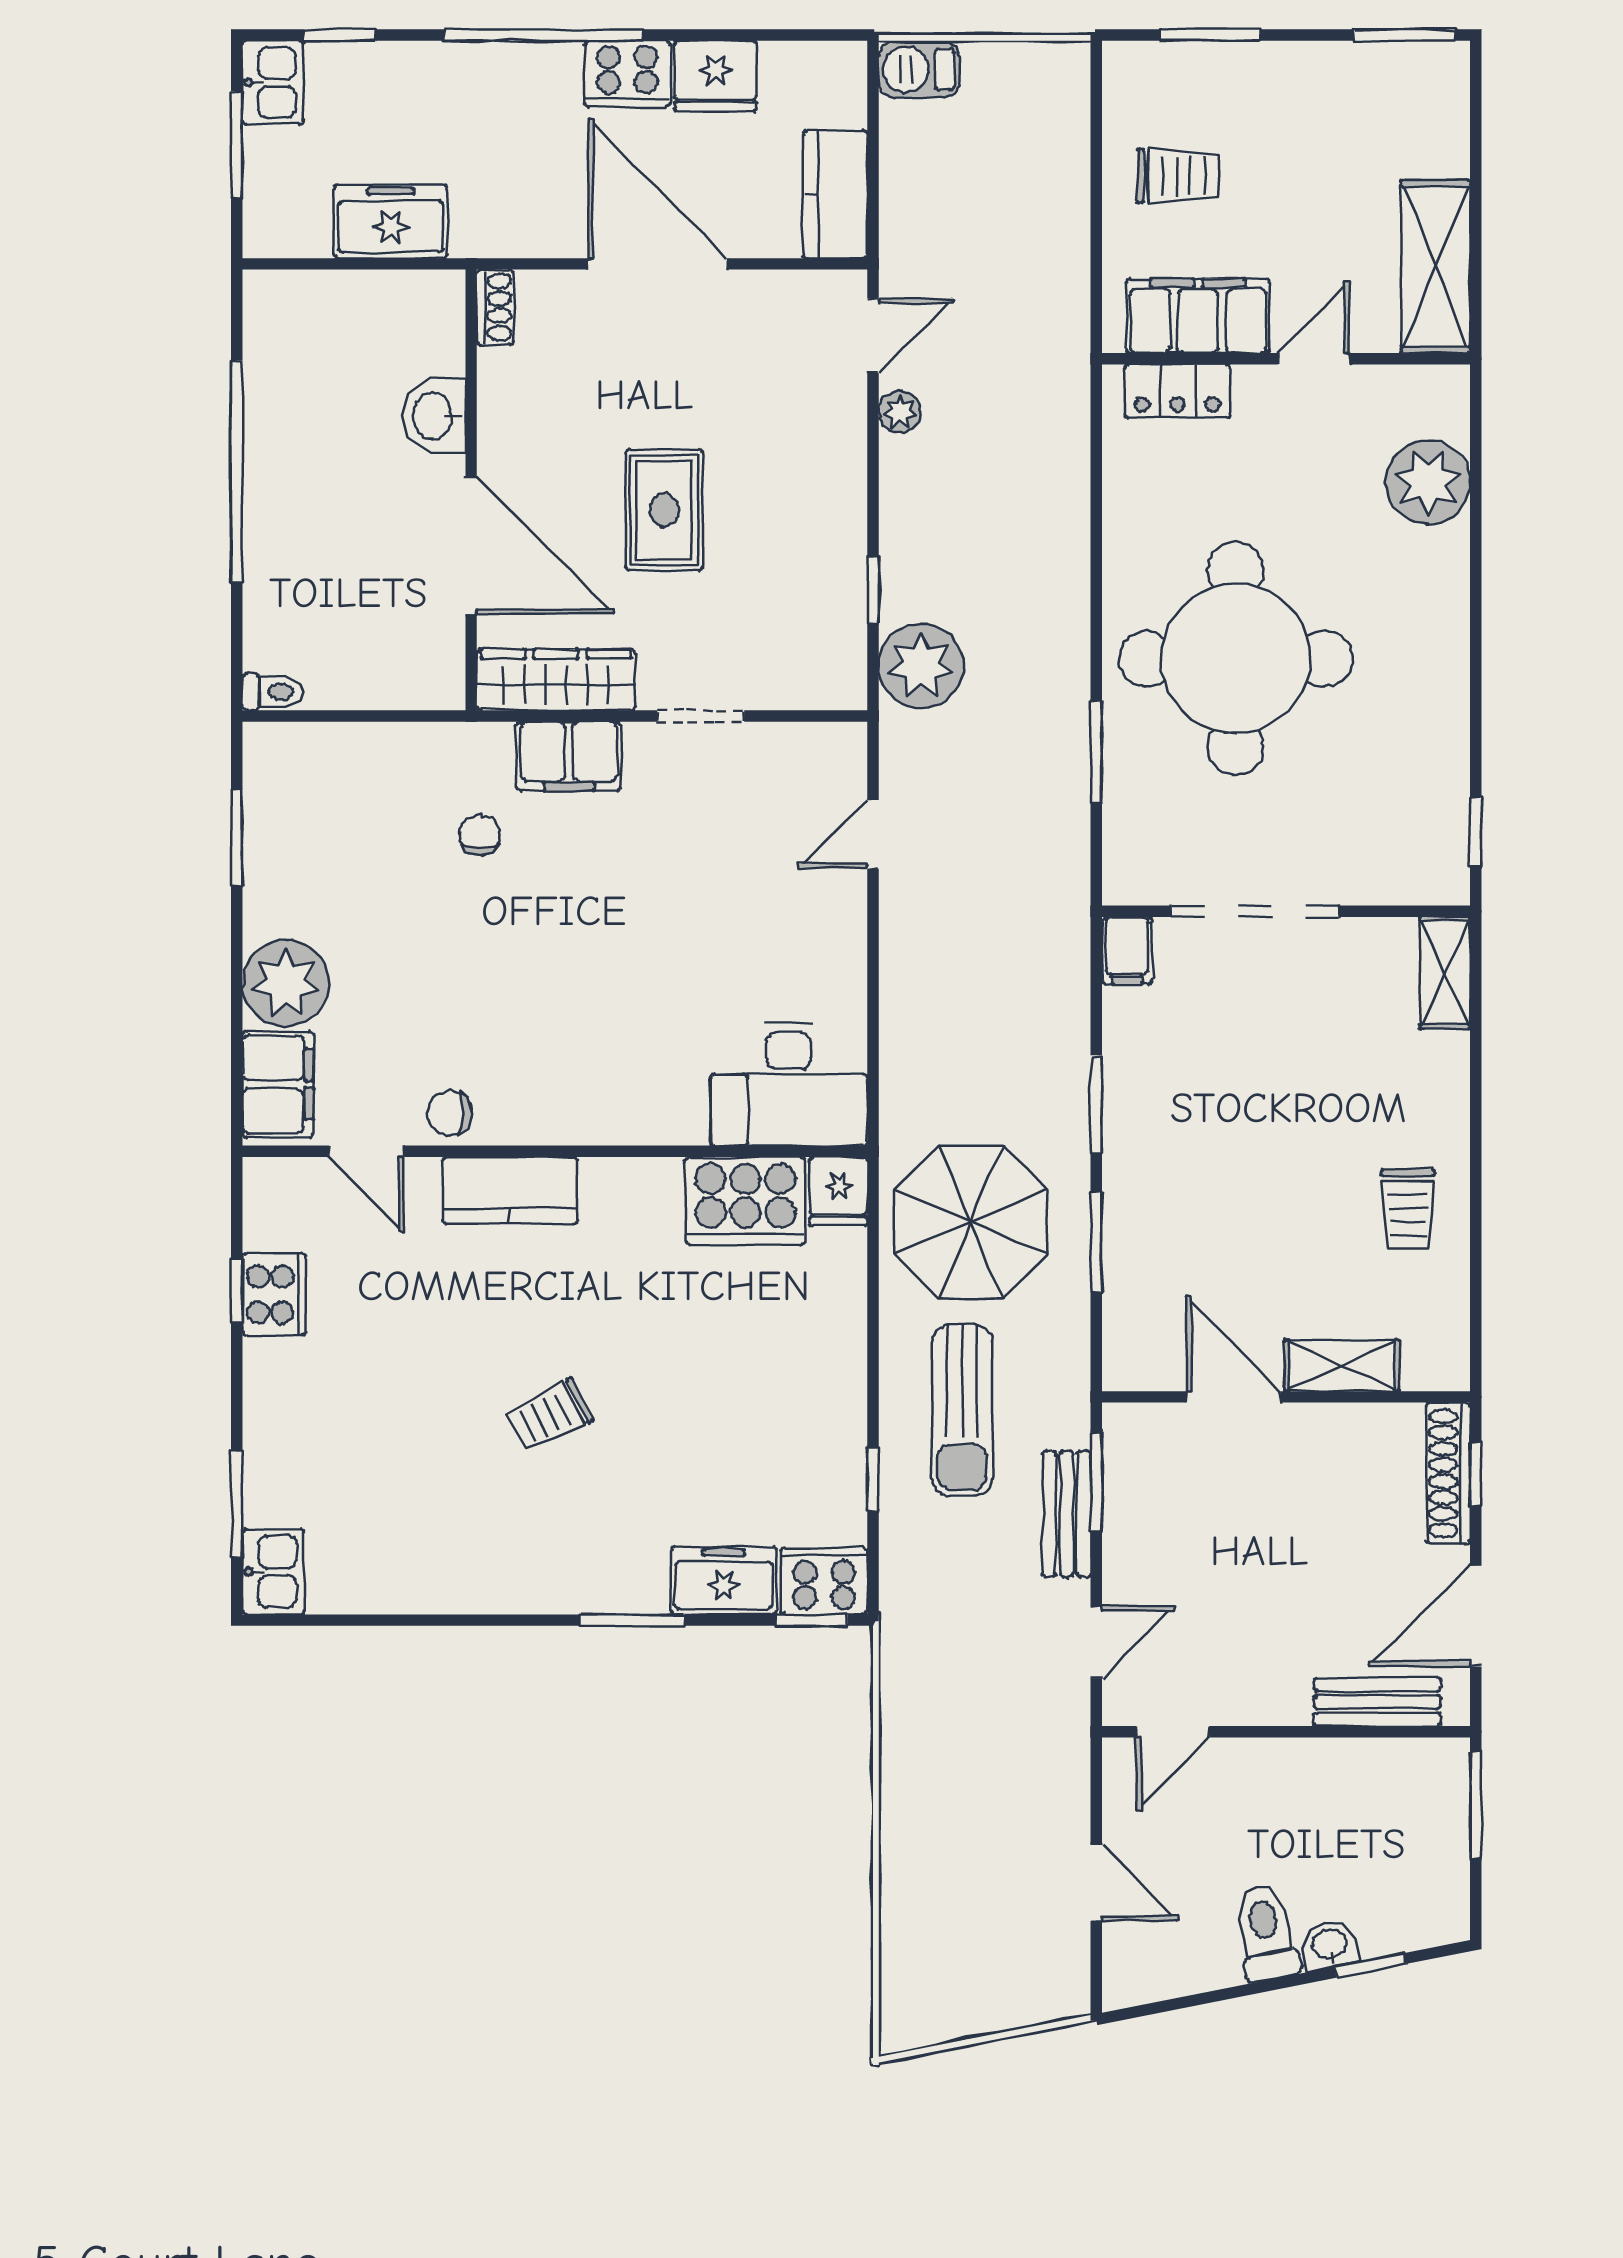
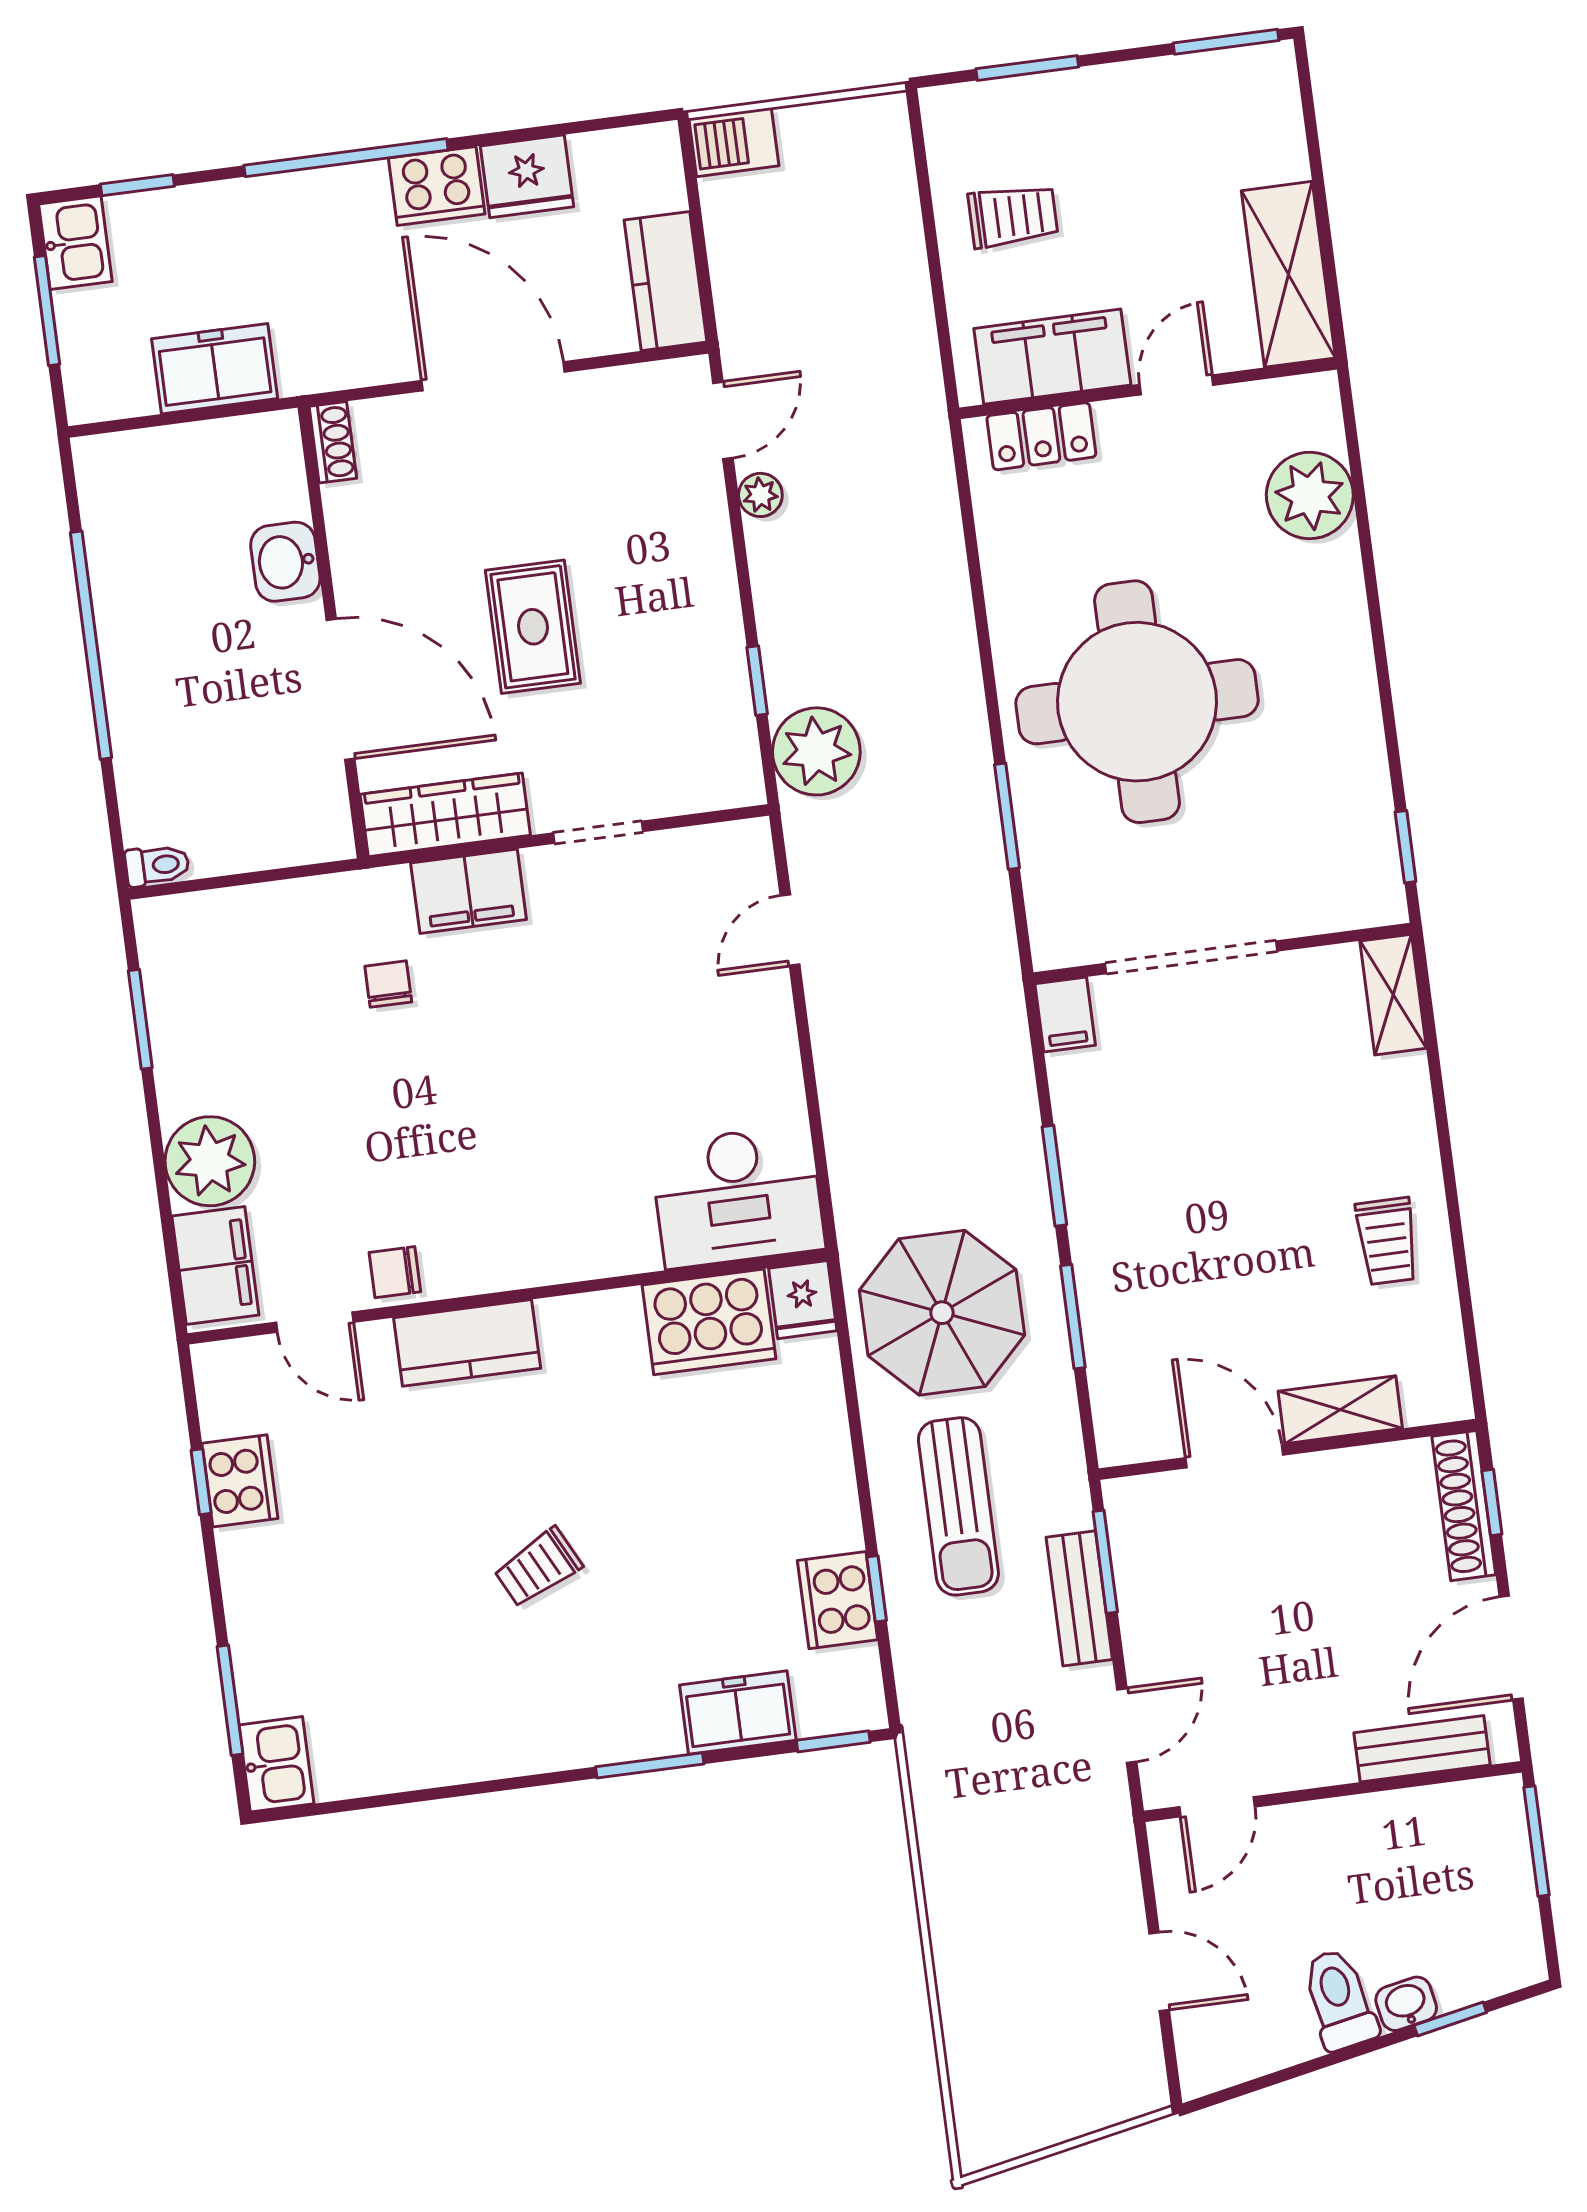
cooker: (824, 1581) -> (837, 1600), moved, turned -90

